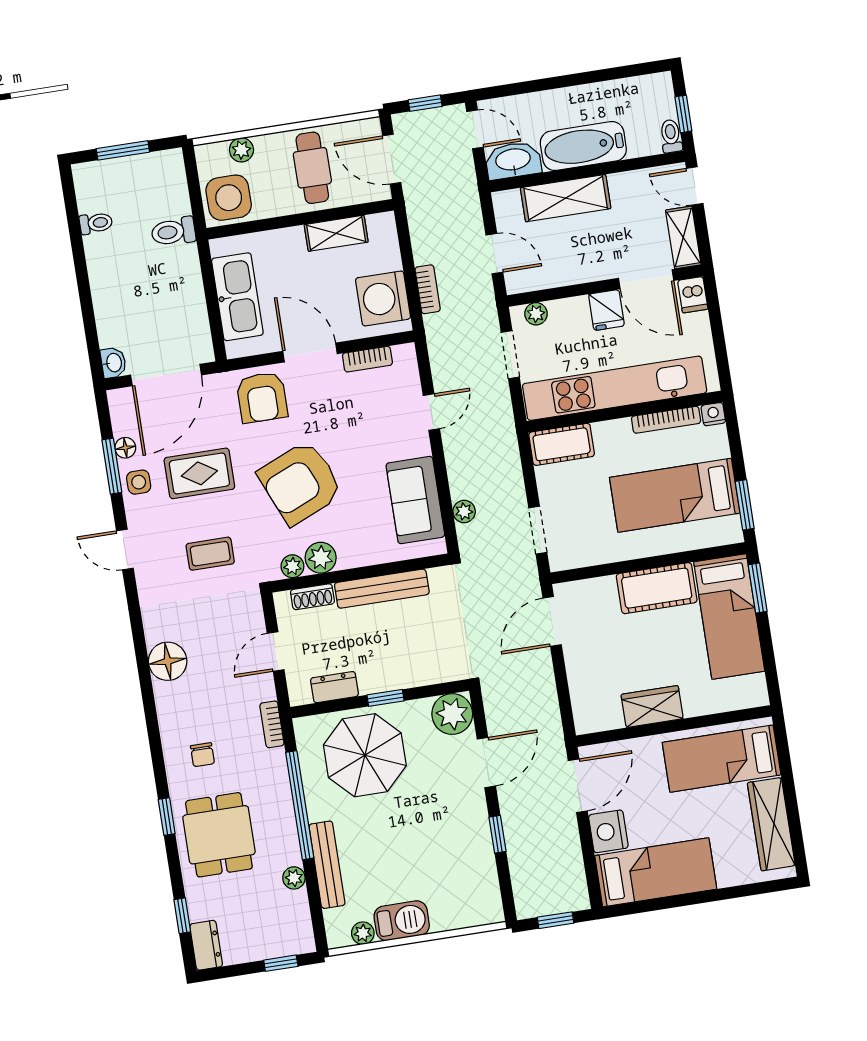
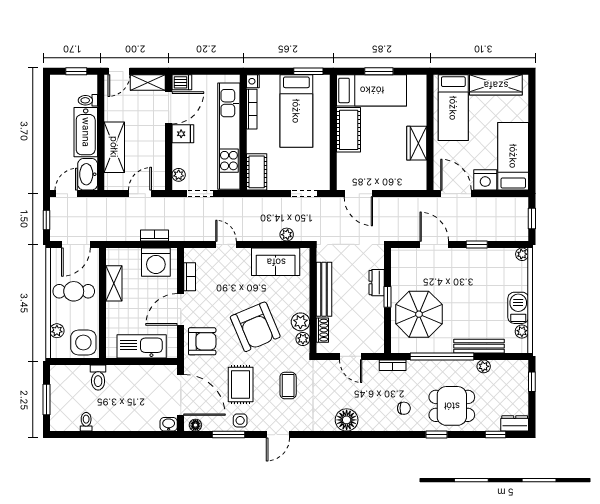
toilet: (671, 136) -> (88, 100), moved
floor lamp: (125, 448) -> (195, 425), moved
window: (758, 588) -> (379, 71), moved
dresser: (334, 687) -> (377, 283), moved
plant: (452, 714) -> (522, 254), moved, width x0.53, depth x0.53

